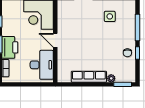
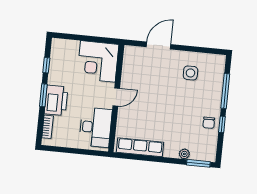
door: (55, 40) -> (116, 97), swing flipped
row of seats: (89, 77) -> (140, 147), moved

